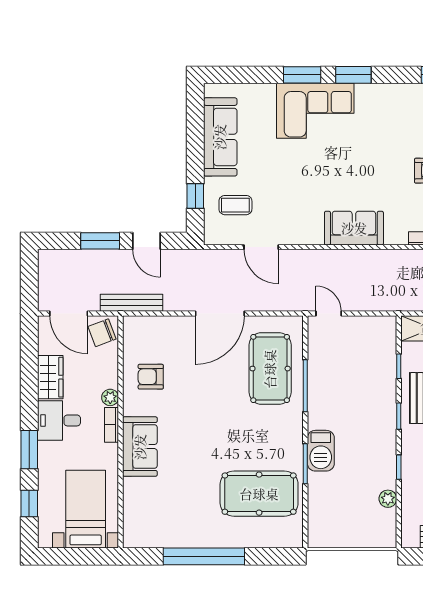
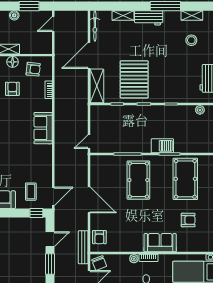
window: (195, 196) -> (36, 213), moved
door: (261, 247) -> (53, 196), moved
pool table: (270, 369) -> (138, 180), moved, turned 90
armchair: (151, 377) -> (99, 237), moved
armchair: (182, 499) -> (188, 220), added
plant: (388, 499) -> (200, 110), moved

